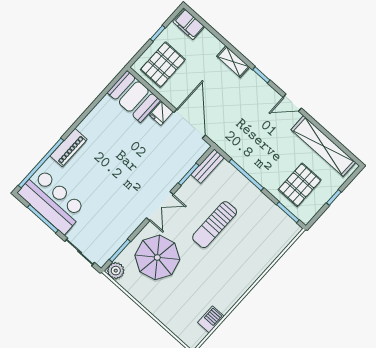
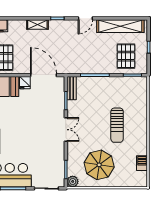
sun lounger: (215, 225) -> (117, 125), moved
parasol: (157, 257) -> (99, 165), moved

